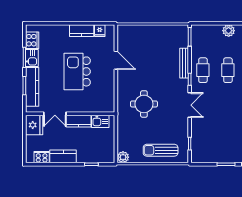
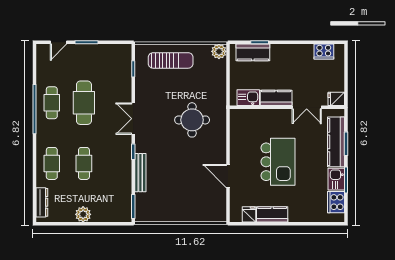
cafe table: (203, 70) -> (84, 103), moved, width x1.37, depth x1.35
double door: (55, 114) -> (307, 107), swing flipped
fridge: (34, 125) -> (336, 99), width x0.53, depth x0.75
kitchen counter: (63, 156) -> (253, 52), moved

